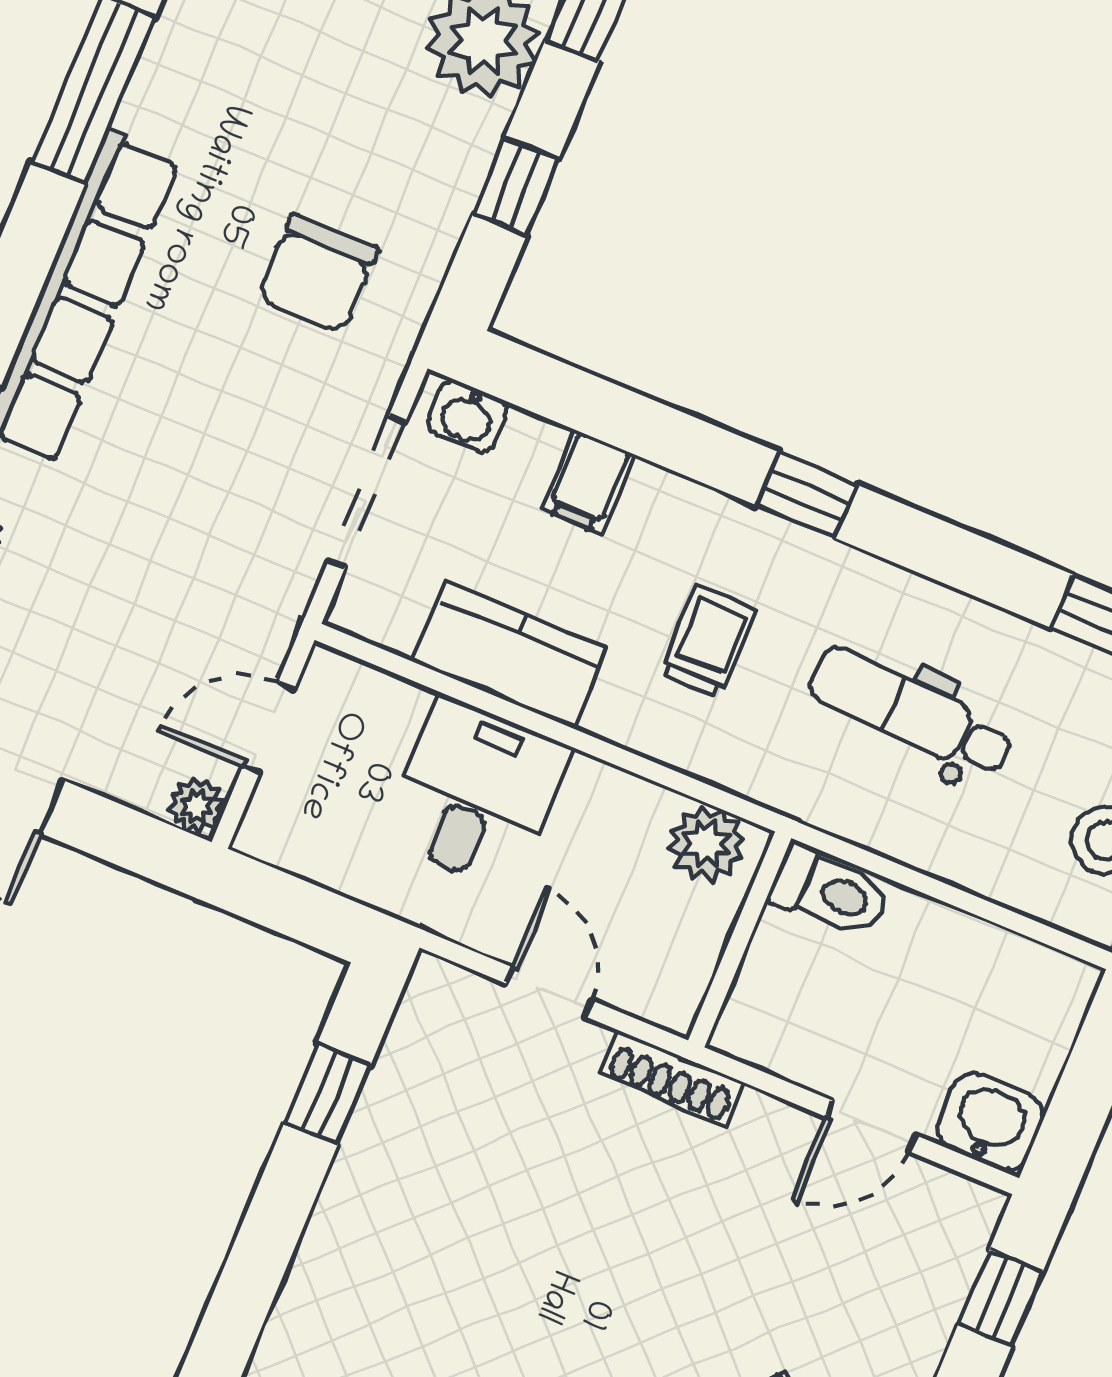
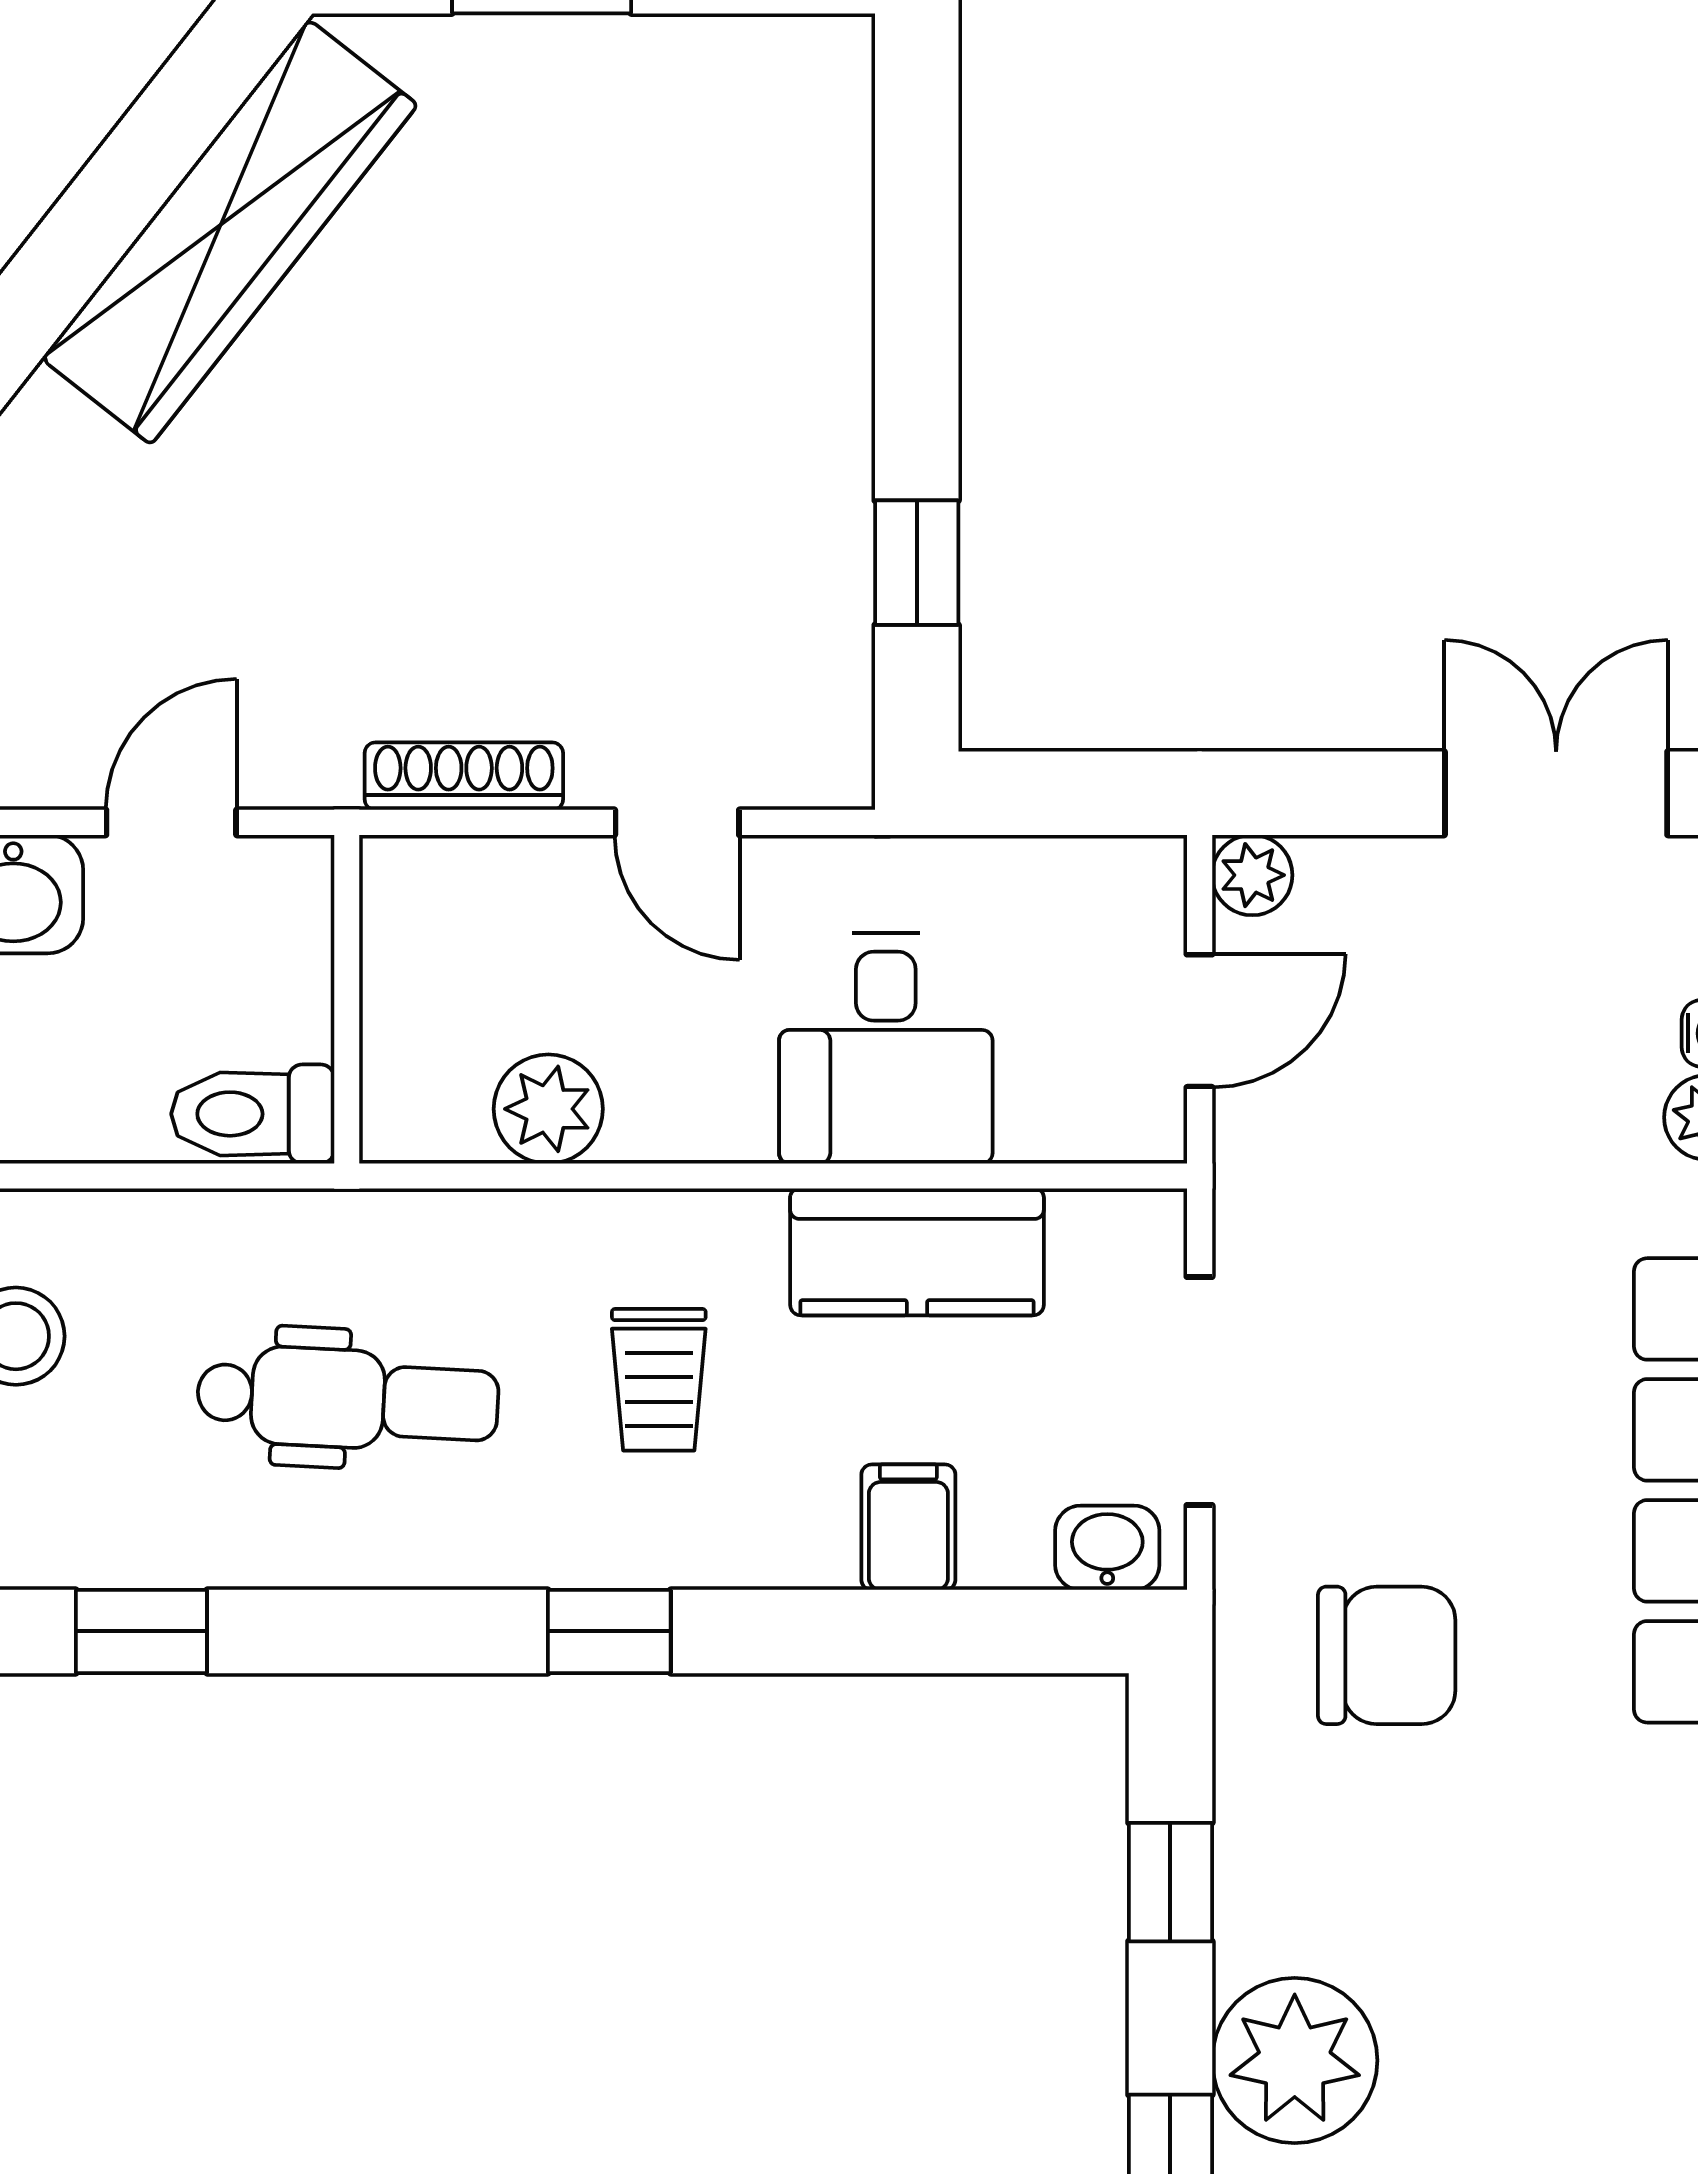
chair: (318, 274) -> (1387, 1655), turned 90
toilet: (830, 891) -> (253, 1114), moved
wall: (740, 939) -> (347, 999), moved

